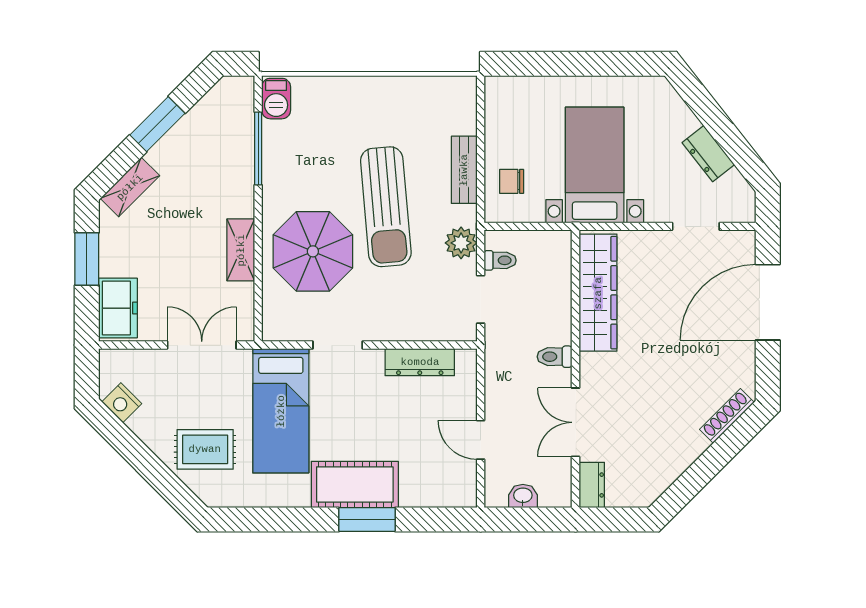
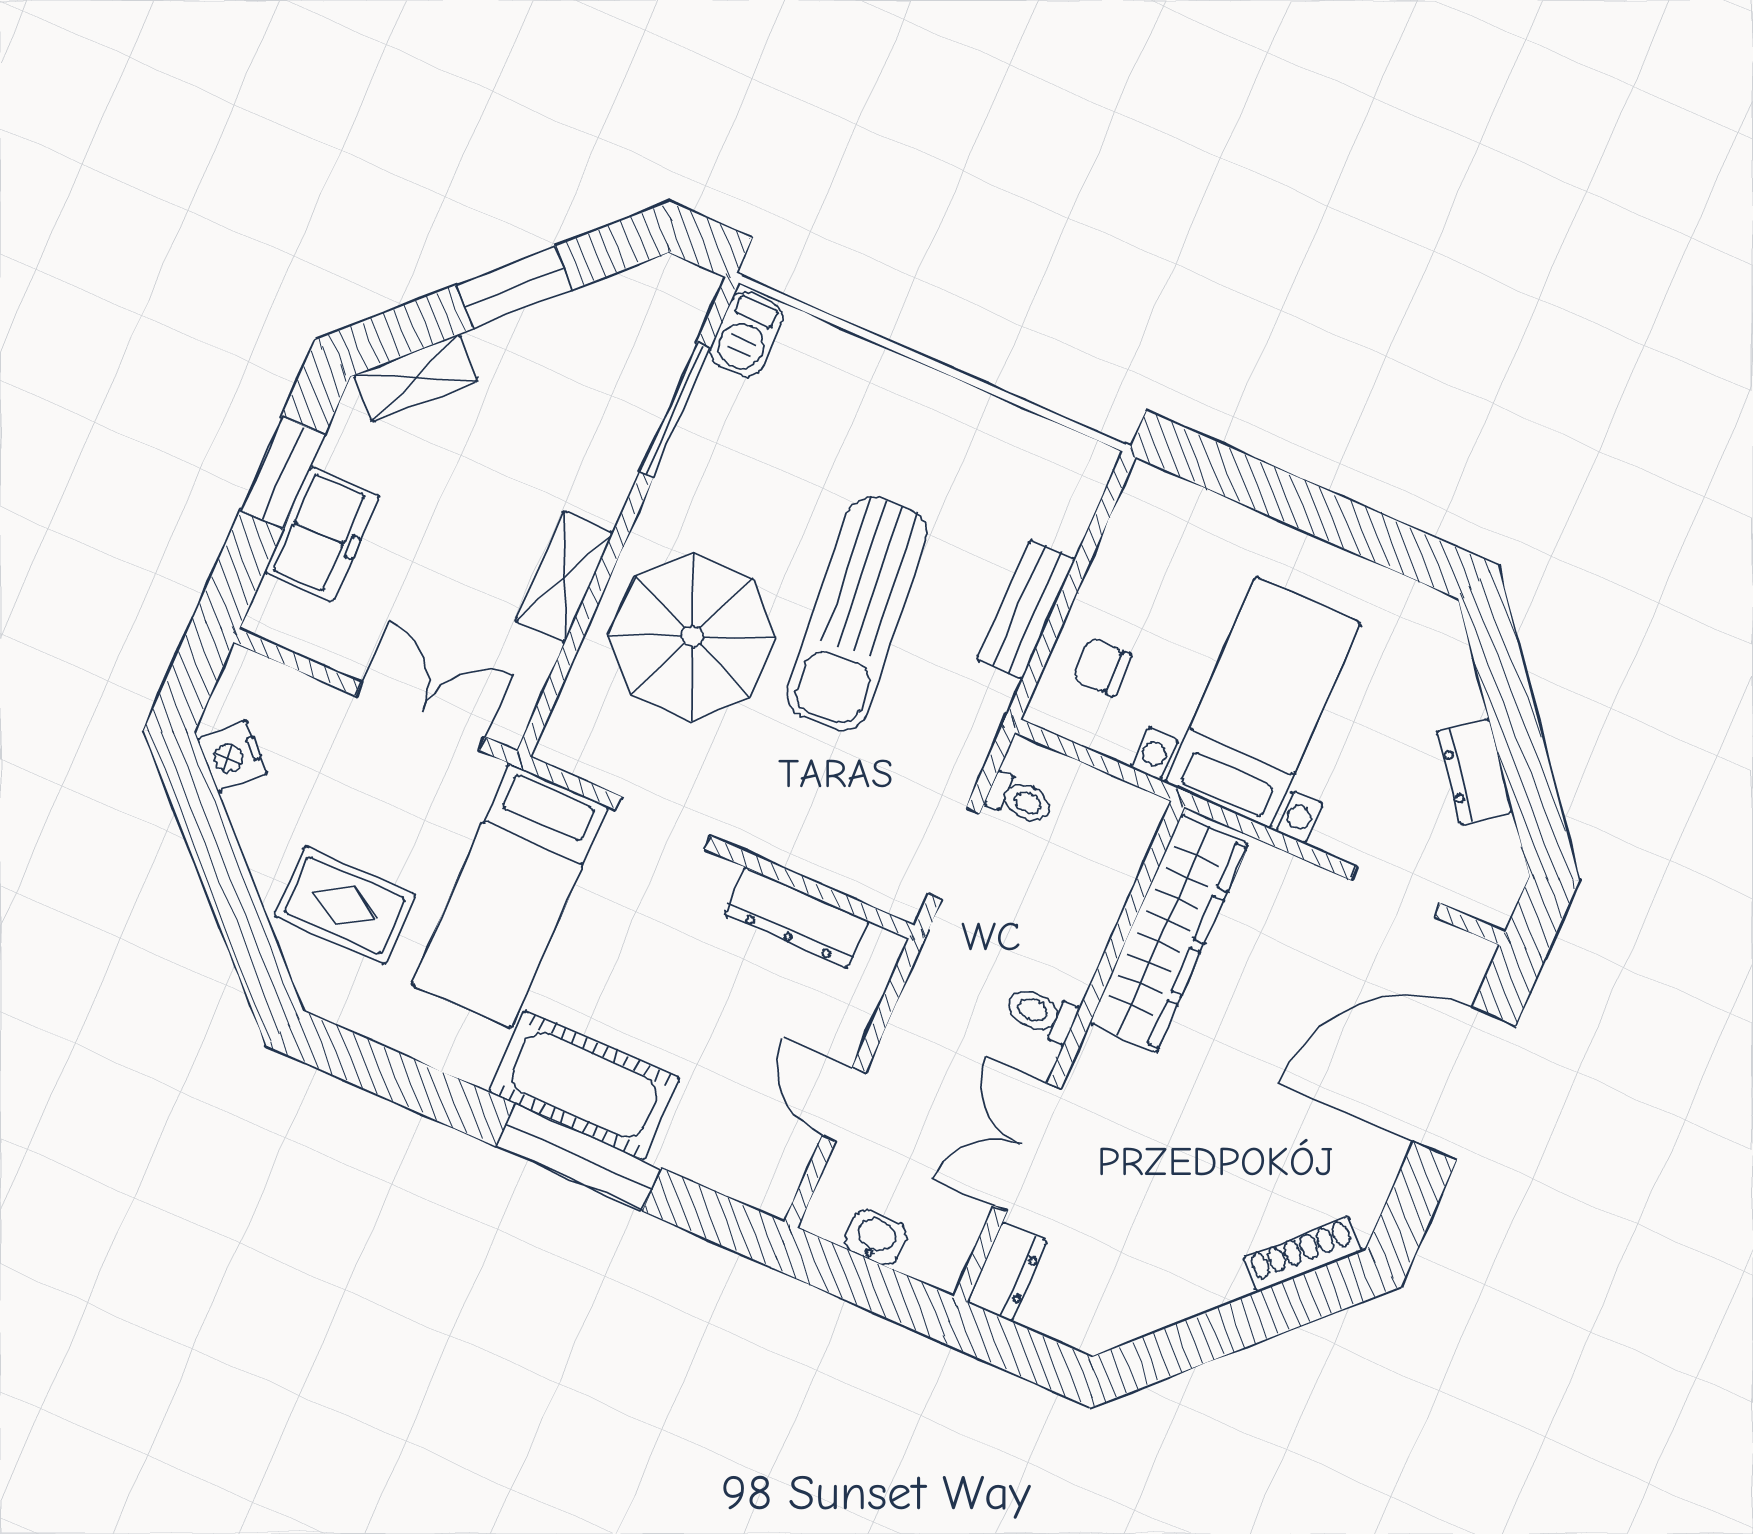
plant: (461, 243) -> (963, 737), removed
freezer: (118, 308) -> (322, 534), moved
window: (367, 519) -> (579, 1157), width x1.44

